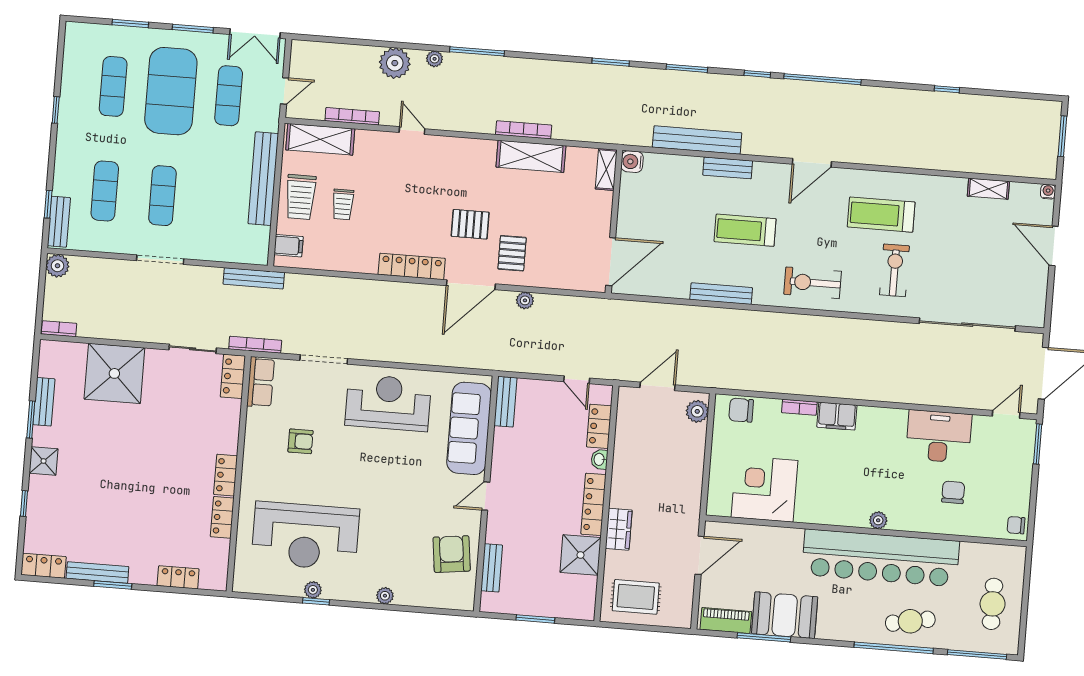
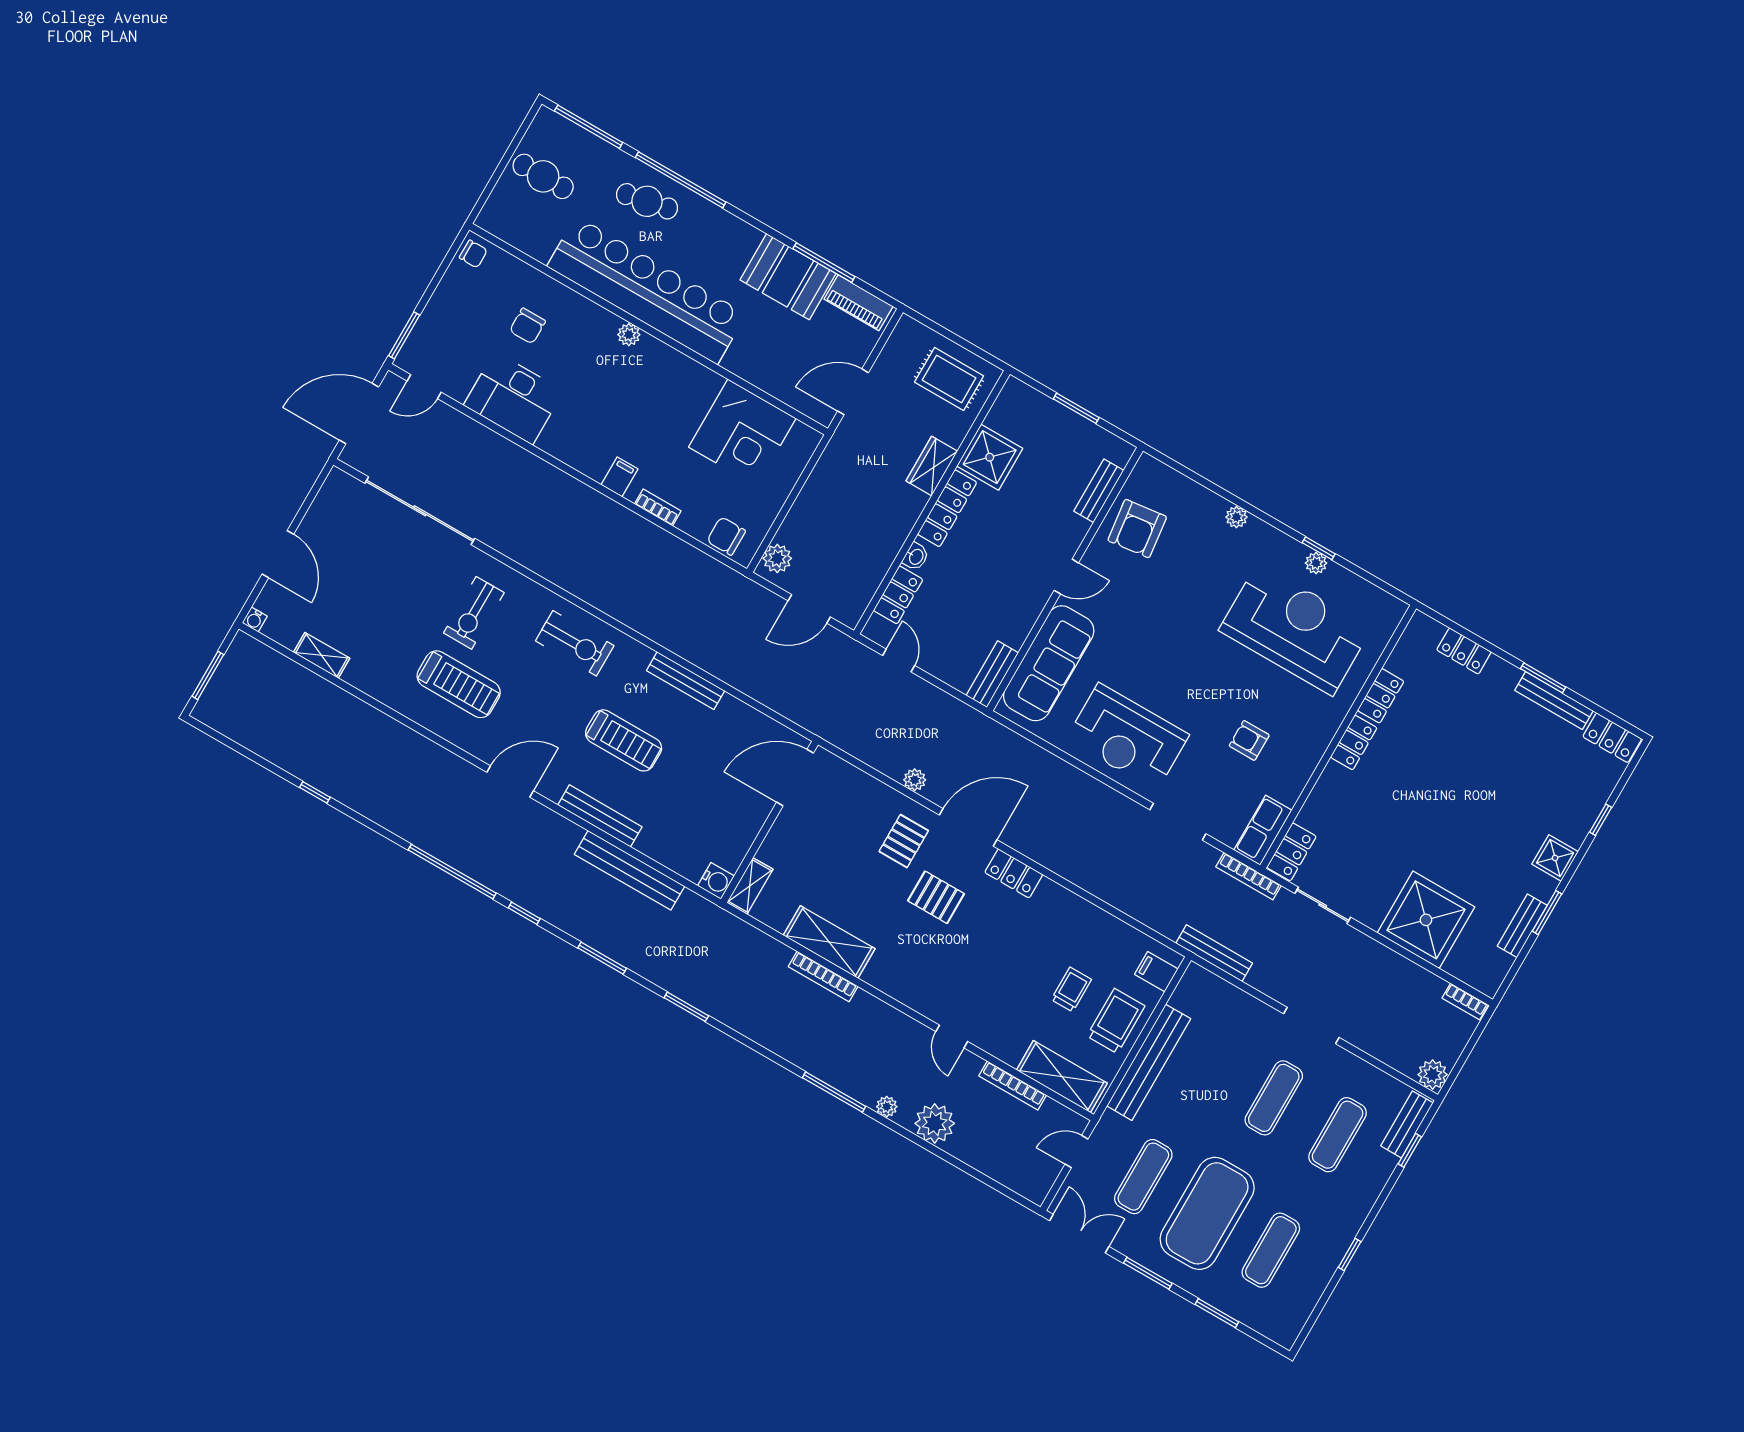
bench: (728, 168) -> (600, 816), width x1.36
locker: (412, 266) -> (1014, 873), width x0.66
chair: (741, 410) -> (726, 536), turned 180
filing cabinet: (837, 416) -> (620, 477), width x0.50
cafe table: (993, 604) -> (543, 176), turned 90

